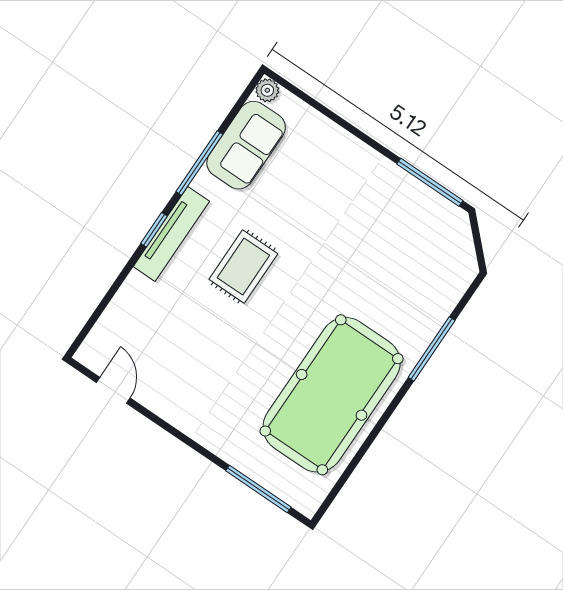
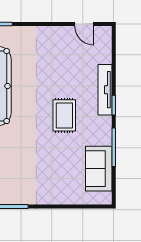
plant: (267, 90) -> (106, 199), removed
tv unit: (171, 234) -> (105, 90), moved

